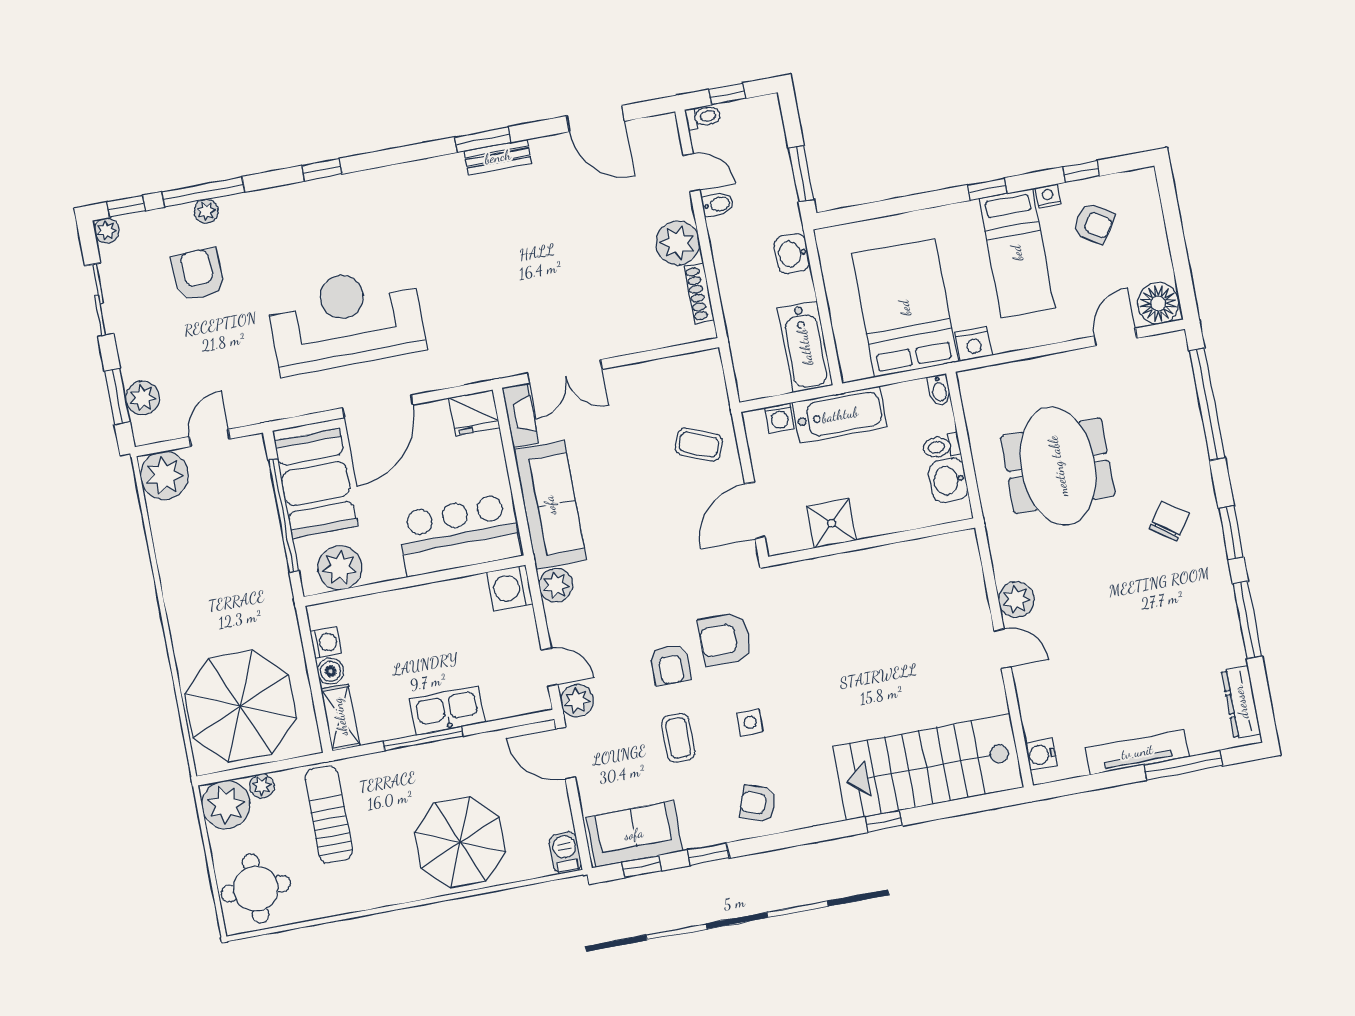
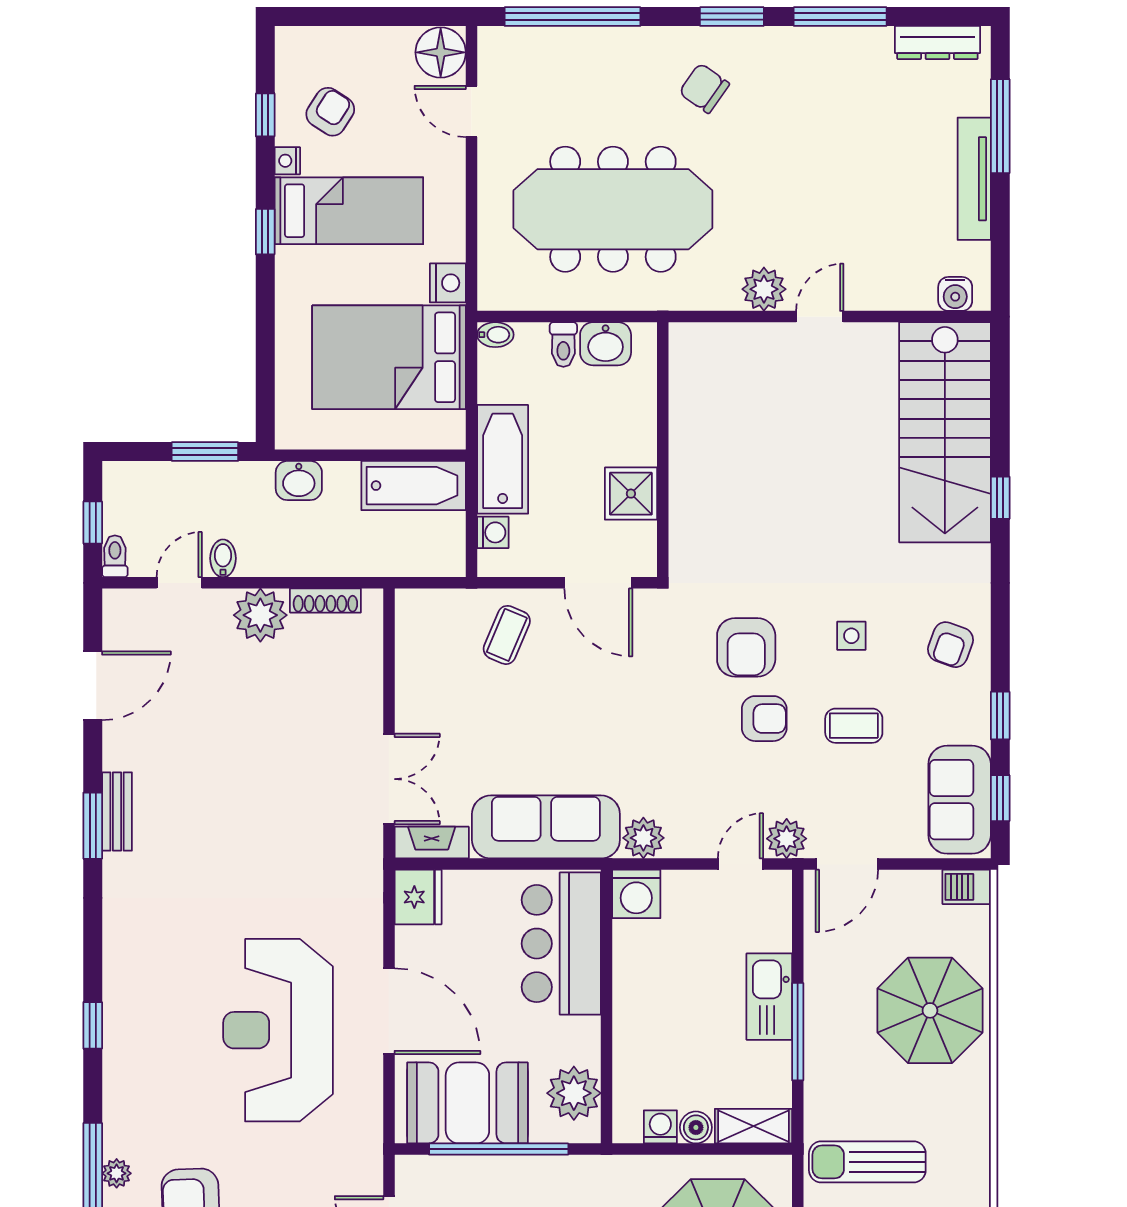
meeting table: (1058, 466) -> (613, 209), width x1.36

